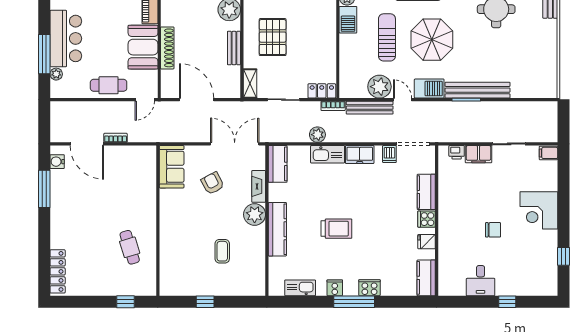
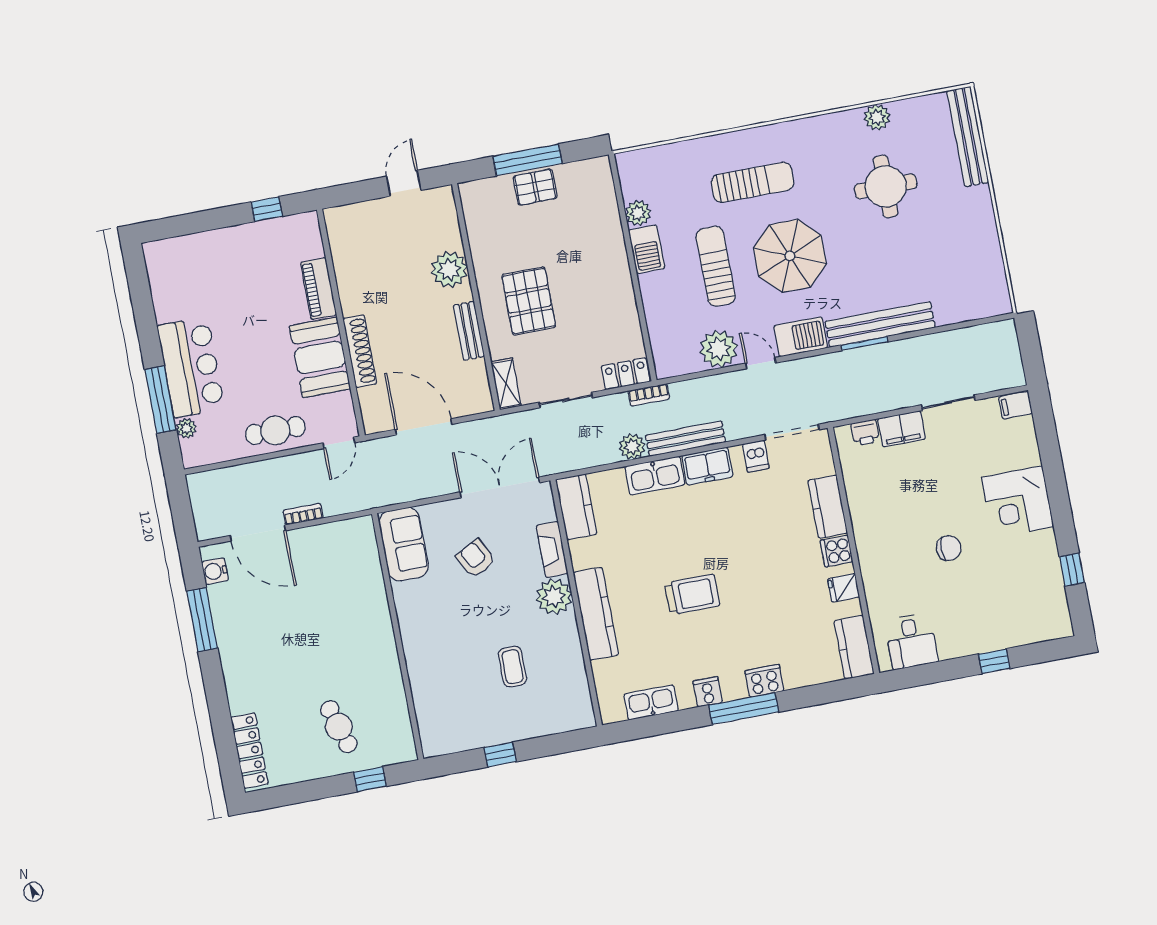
bench: (370, 108) -> (686, 439), moved
cafe table: (130, 247) -> (339, 727), moved
desk: (481, 281) -> (911, 641), moved

